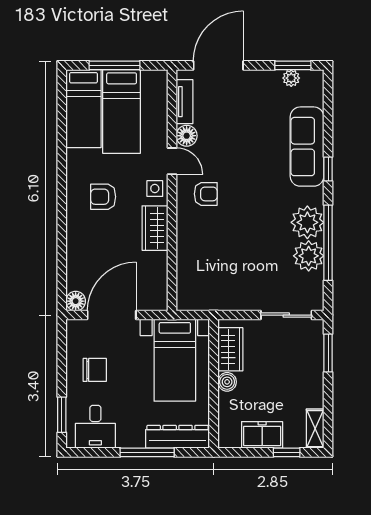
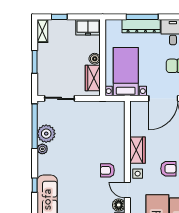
plant: (307, 222) -> (42, 149), width x0.53, depth x0.53
window: (328, 243) -> (35, 126), moved
window: (328, 353) -> (35, 62), moved
freezer: (262, 435) -> (88, 27), moved
dresser: (178, 437) -> (141, 26), moved

